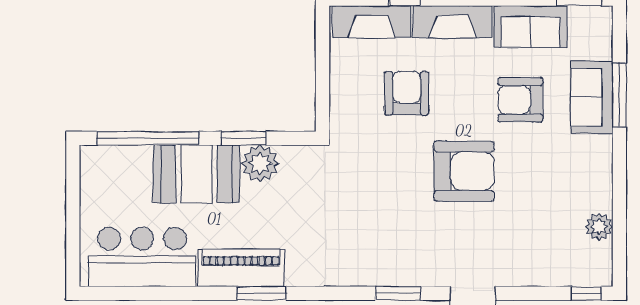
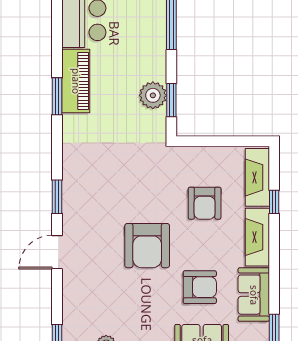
armchair: (407, 93) -> (205, 203), turned 90
armchair: (520, 100) -> (200, 287), turned 90
window: (243, 138) -> (171, 100), moved
booth: (196, 174) -> (145, 48), removed

